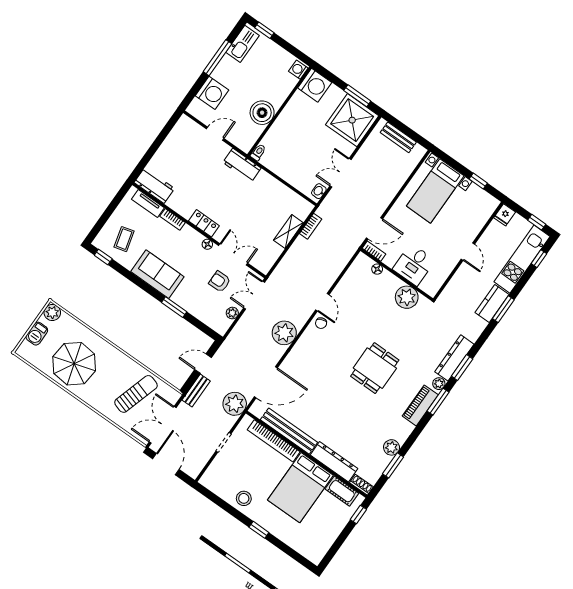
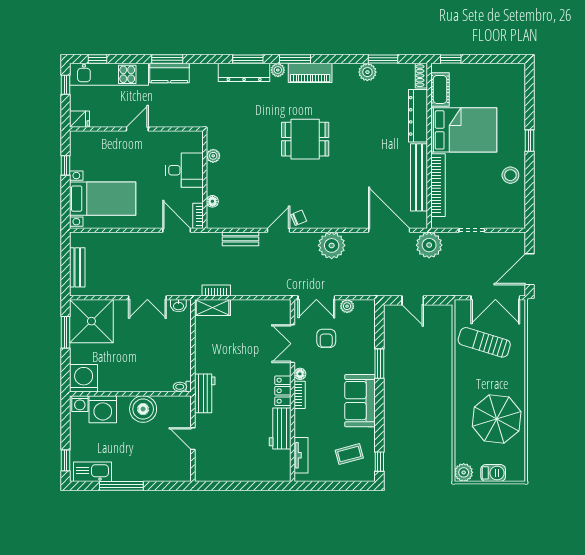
washing machine: (212, 93) -> (103, 409), moved, turned 180
workbench: (154, 185) -> (280, 428), moved
bookcase: (172, 219) -> (300, 395), moved
shelving: (288, 231) -> (212, 308), moved
plant: (407, 297) -> (213, 156), width x0.53, depth x0.53
bench: (196, 391) -> (240, 239), moved

